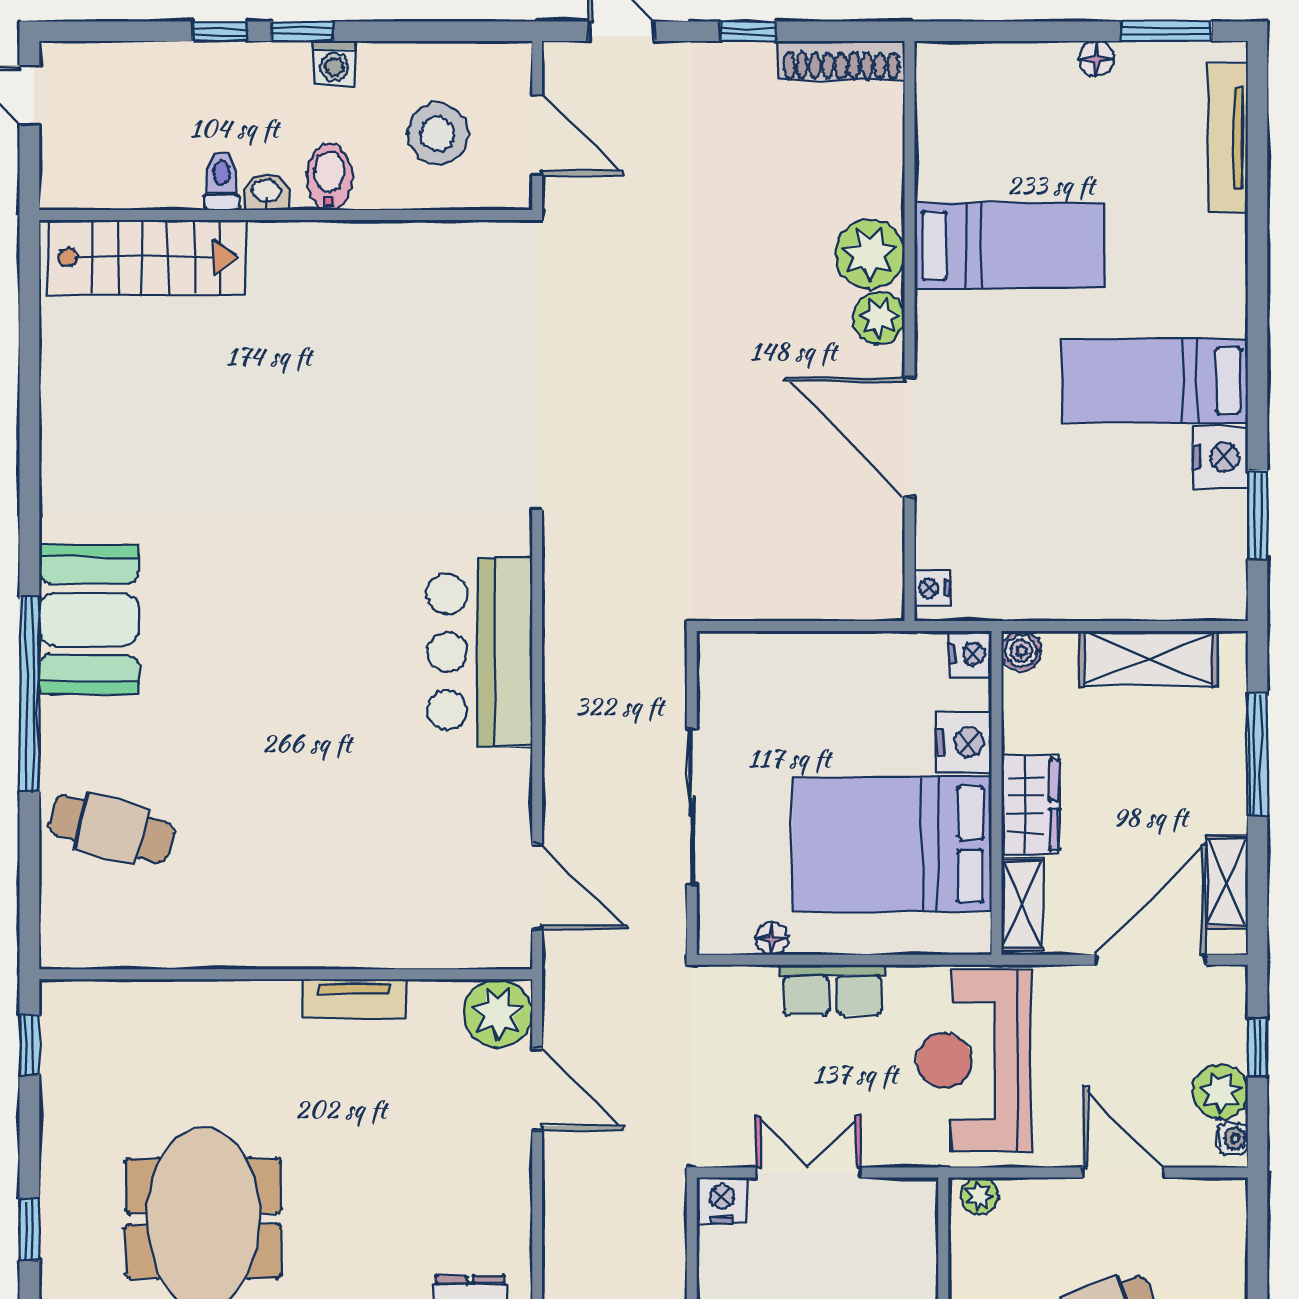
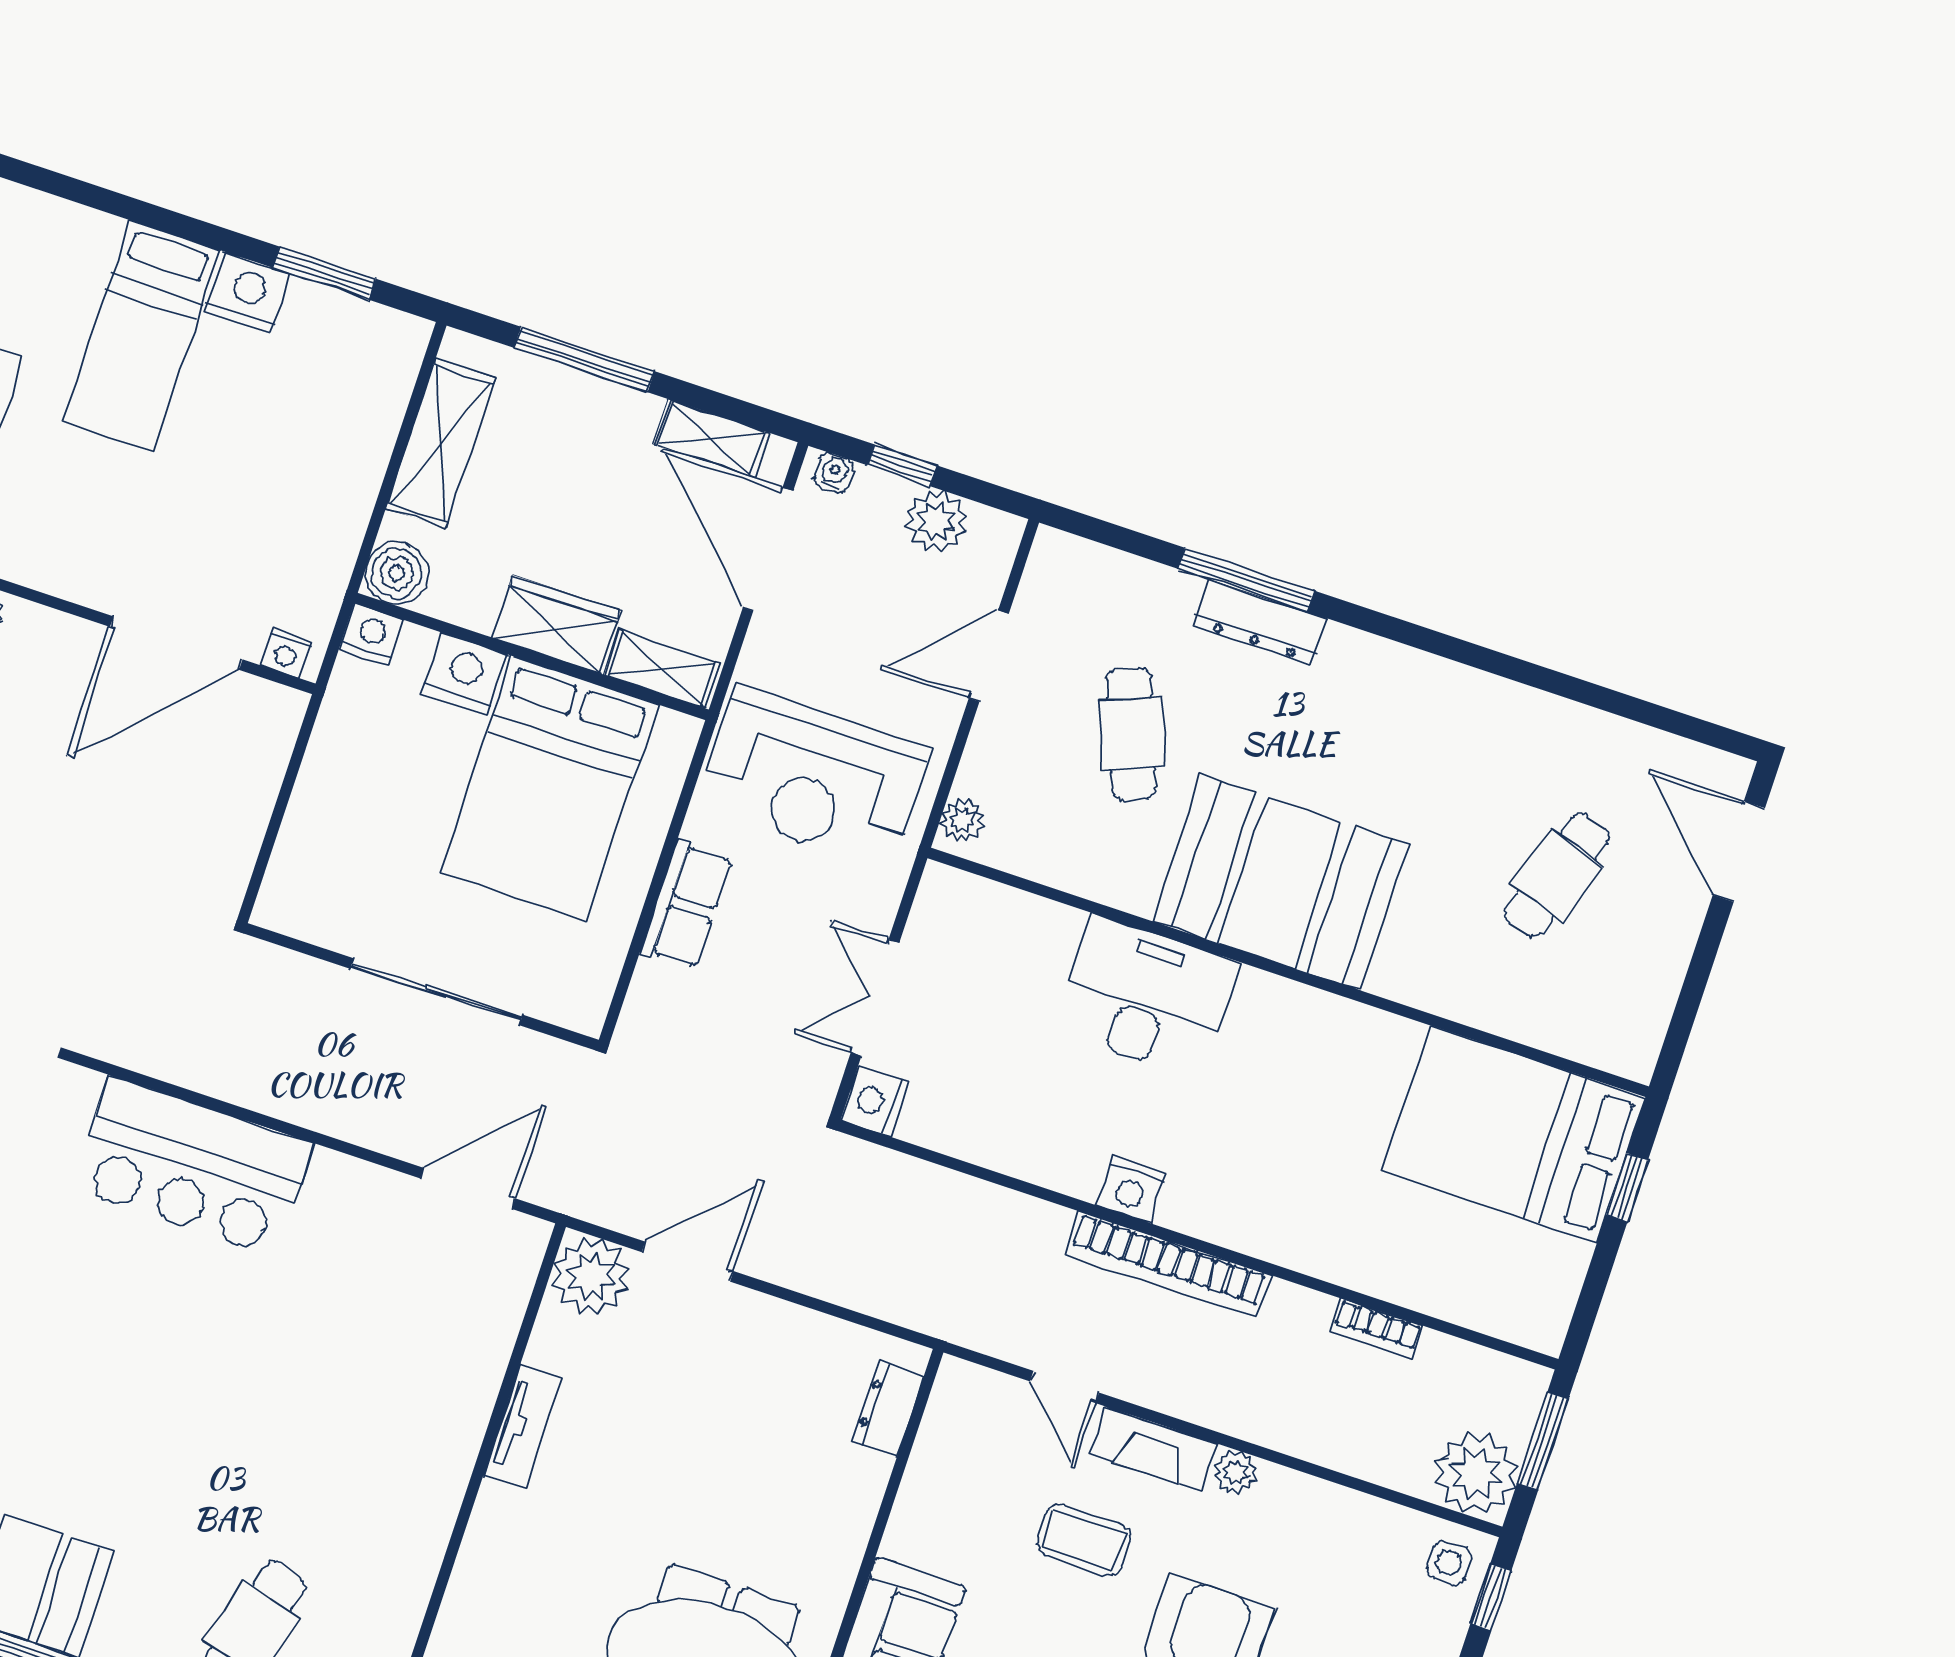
door: (909, 437) -> (176, 643), moved
boiler: (1021, 651) -> (397, 573), width x1.36, depth x1.36
floor lamp: (772, 939) -> (608, 953), removed
water cooler: (1232, 1139) -> (834, 473), moved

